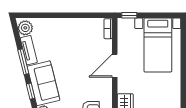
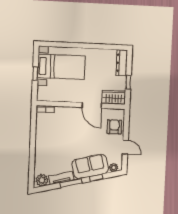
window: (129, 15) -> (35, 74), moved
door: (115, 66) -> (92, 105), moved

